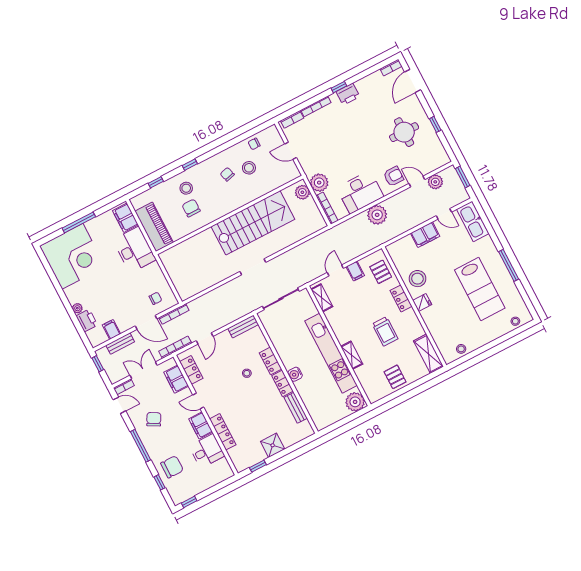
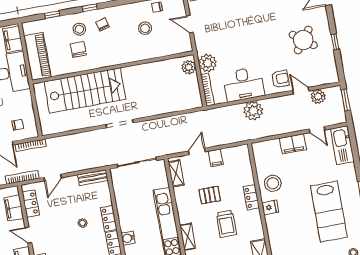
round table: (404, 132) -> (303, 40), turned 37
chair: (227, 174) -> (102, 24), moved
stairs: (253, 223) -> (85, 90), moved
pallet: (381, 272) -> (210, 195), moved, turned 90

